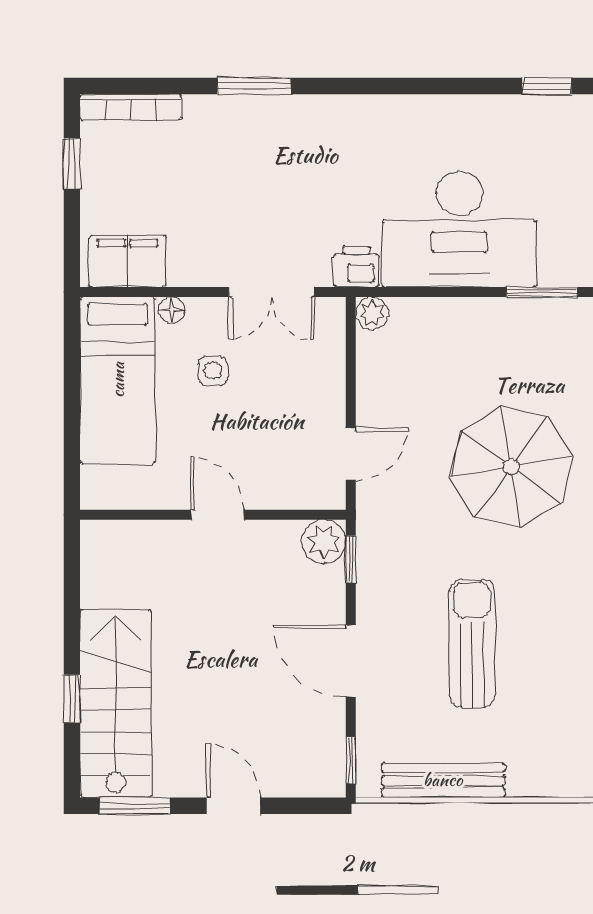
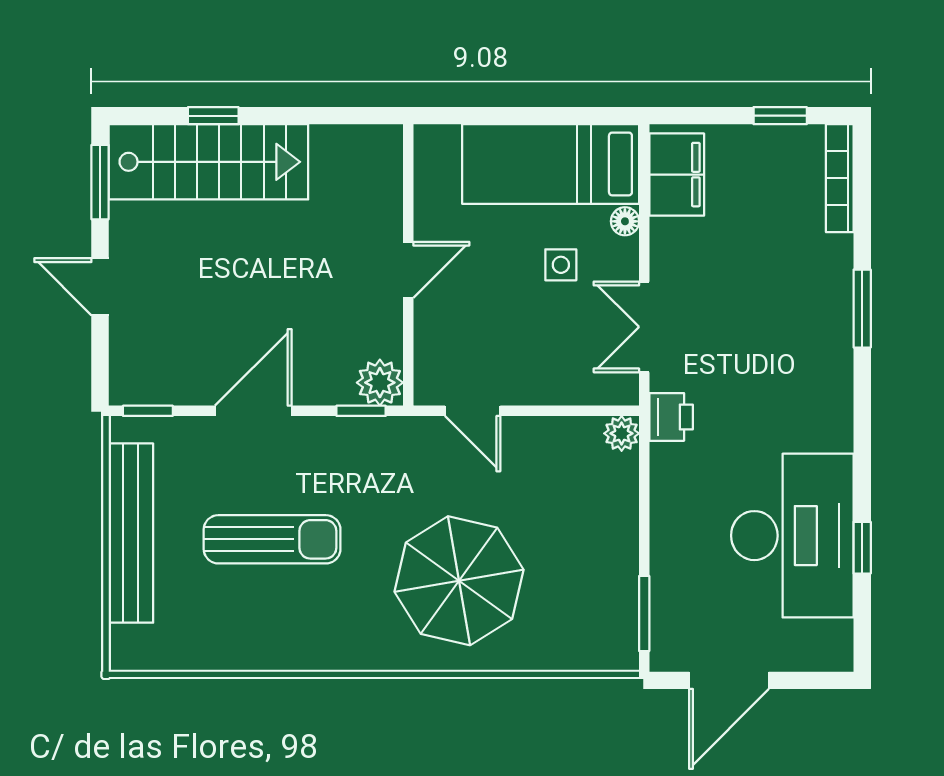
window: (547, 86) -> (862, 548), moved
desk: (460, 229) -> (792, 536), moved, turned 180
bench: (443, 780) -> (131, 533), width x1.37, depth x1.21
door: (234, 806) -> (100, 287), swing flipped

